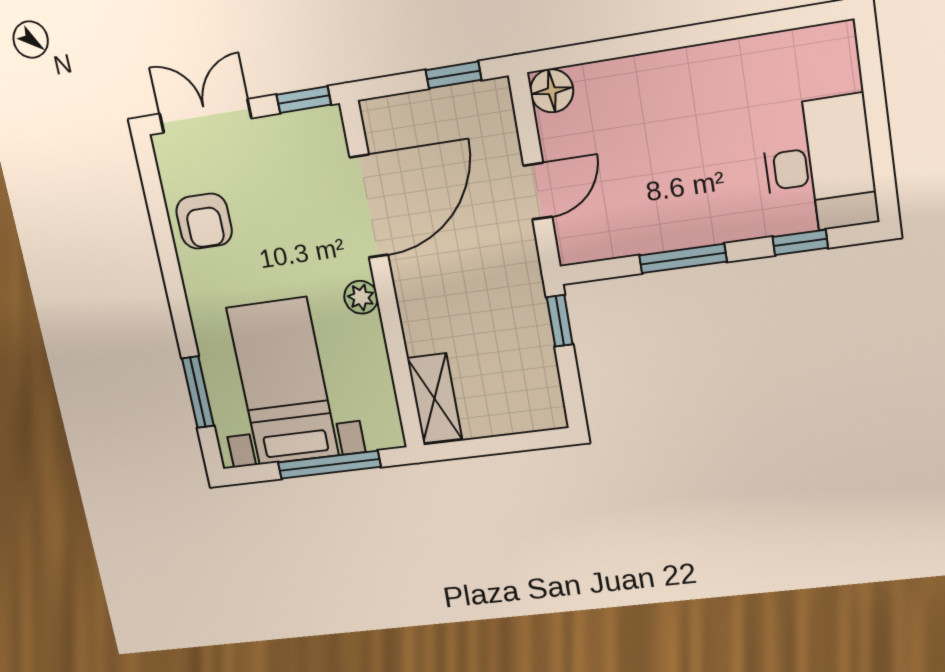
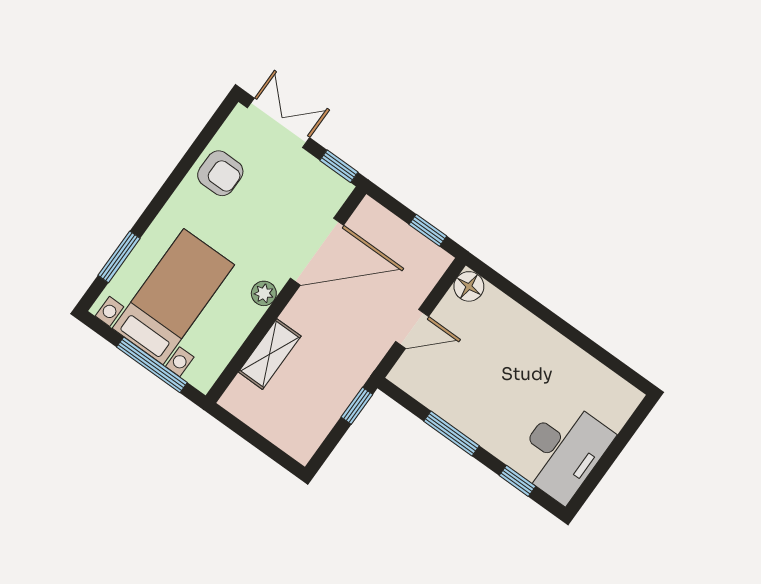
armchair: (204, 221) -> (220, 173), turned -90
shelving: (435, 399) -> (270, 354), moved

